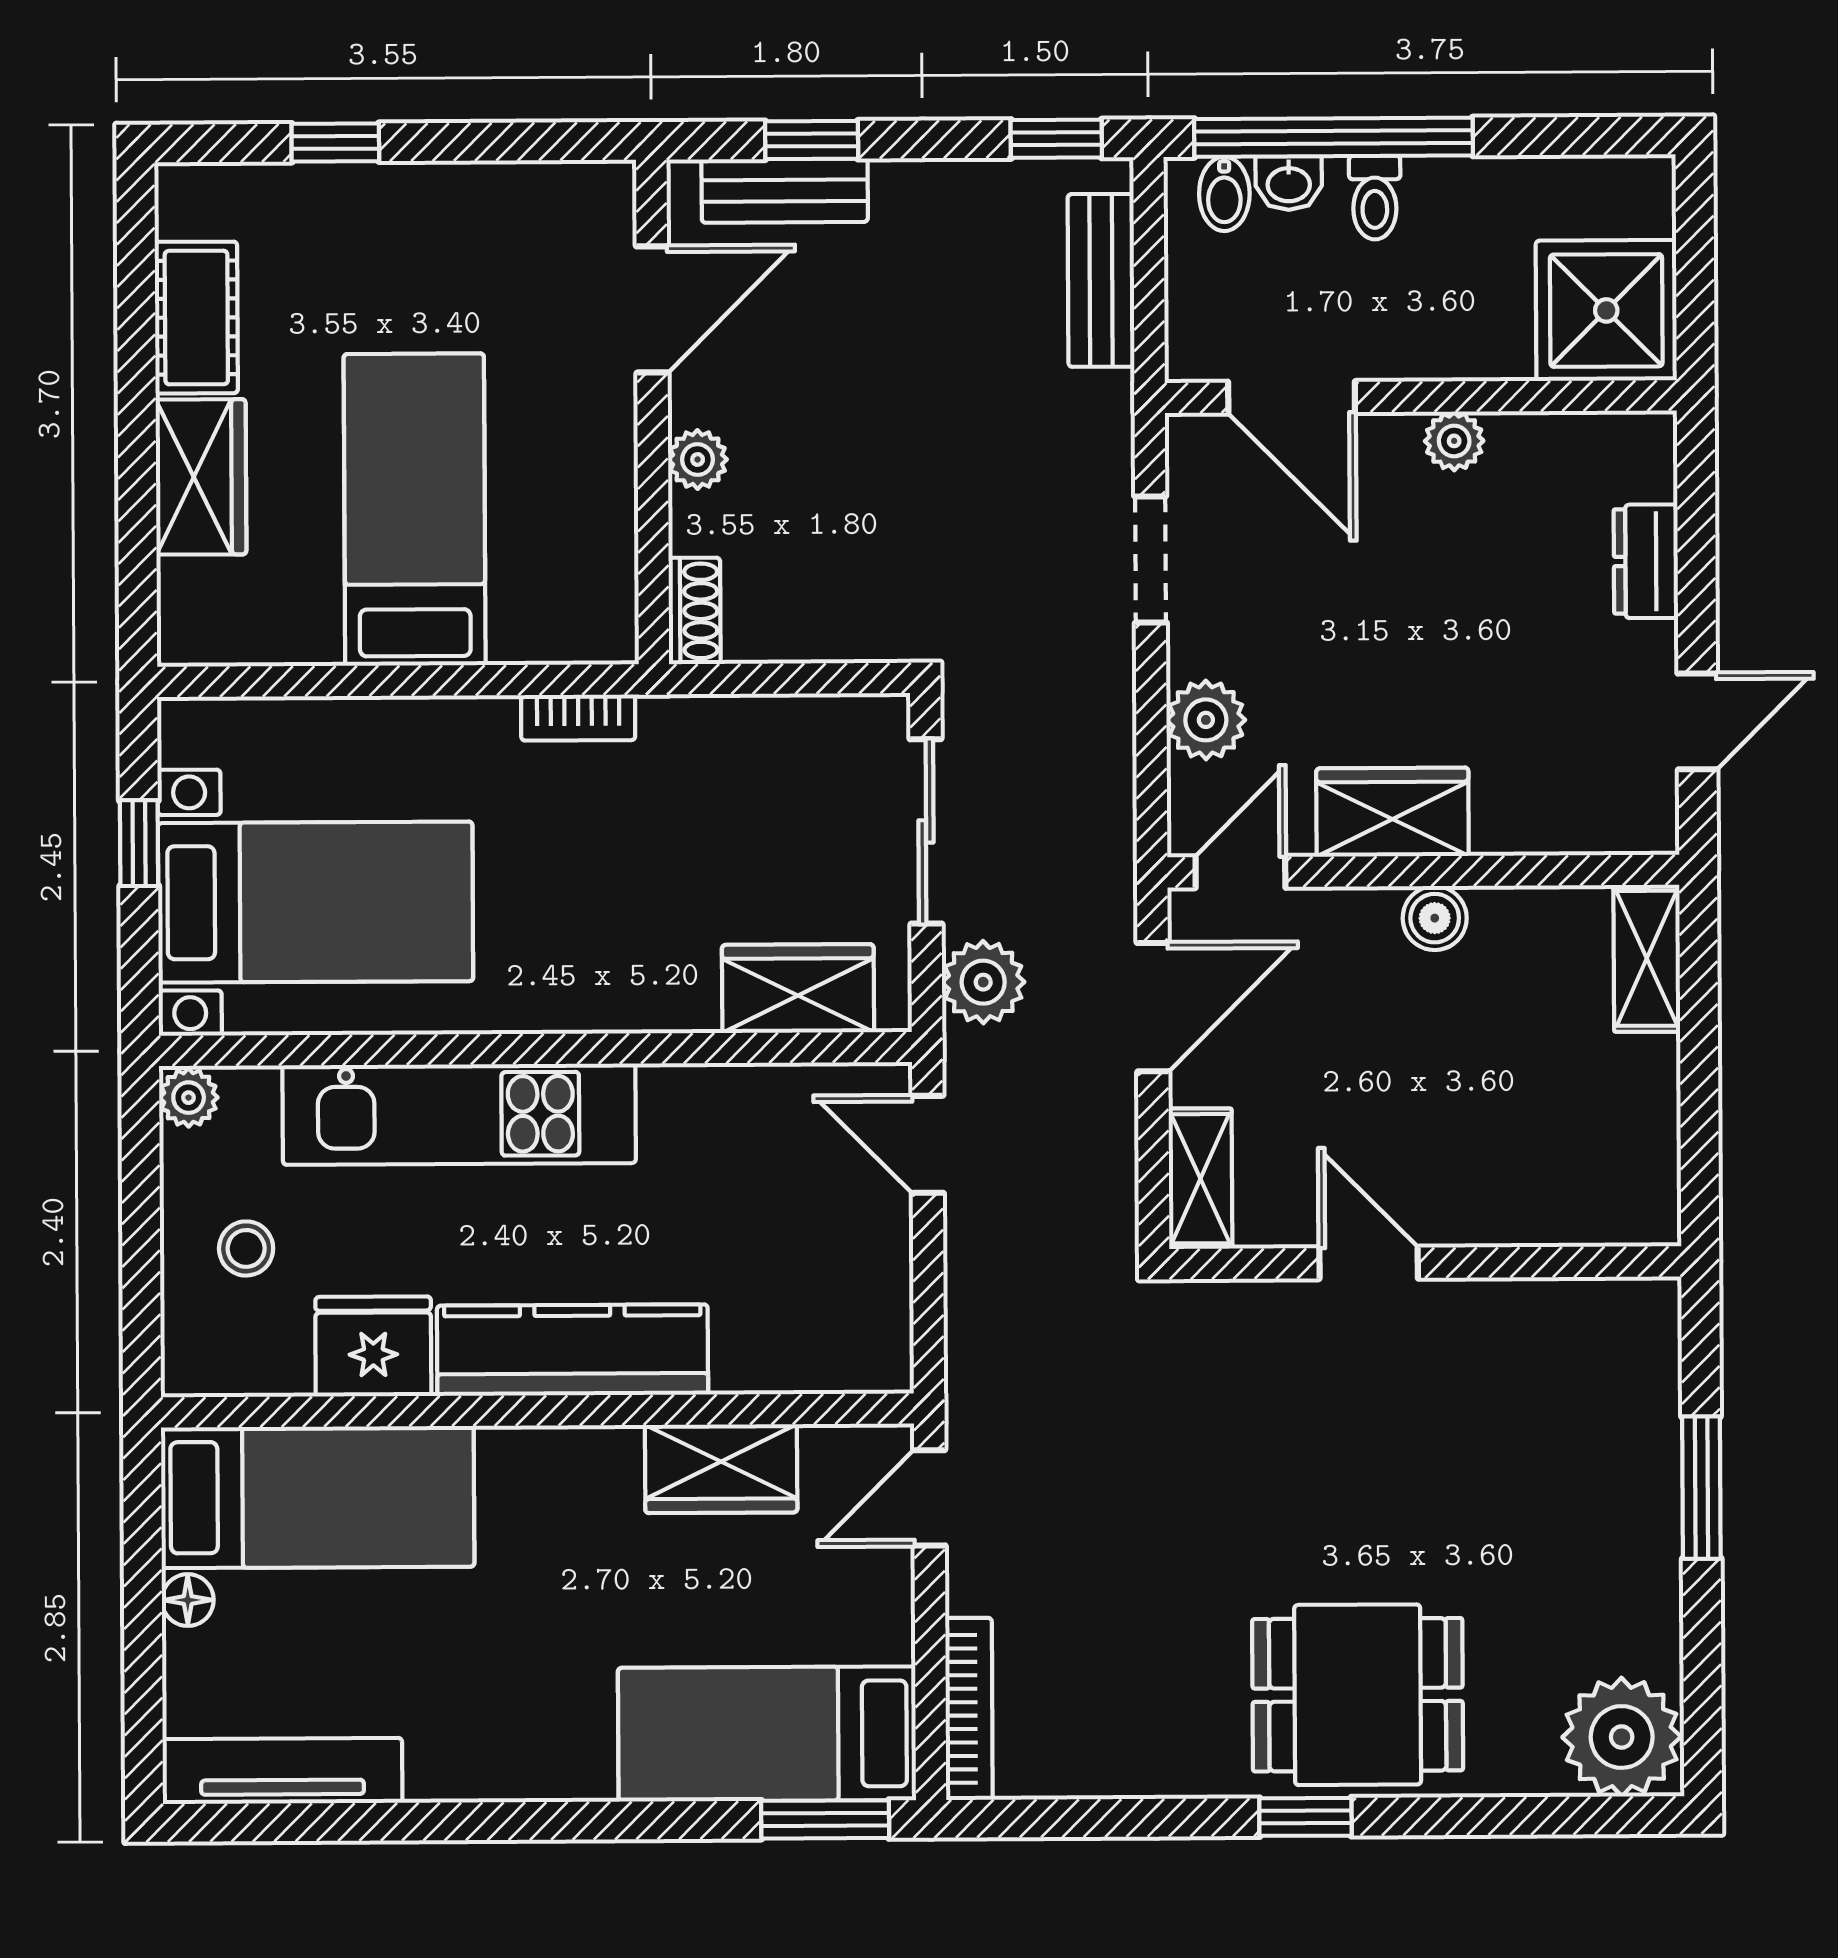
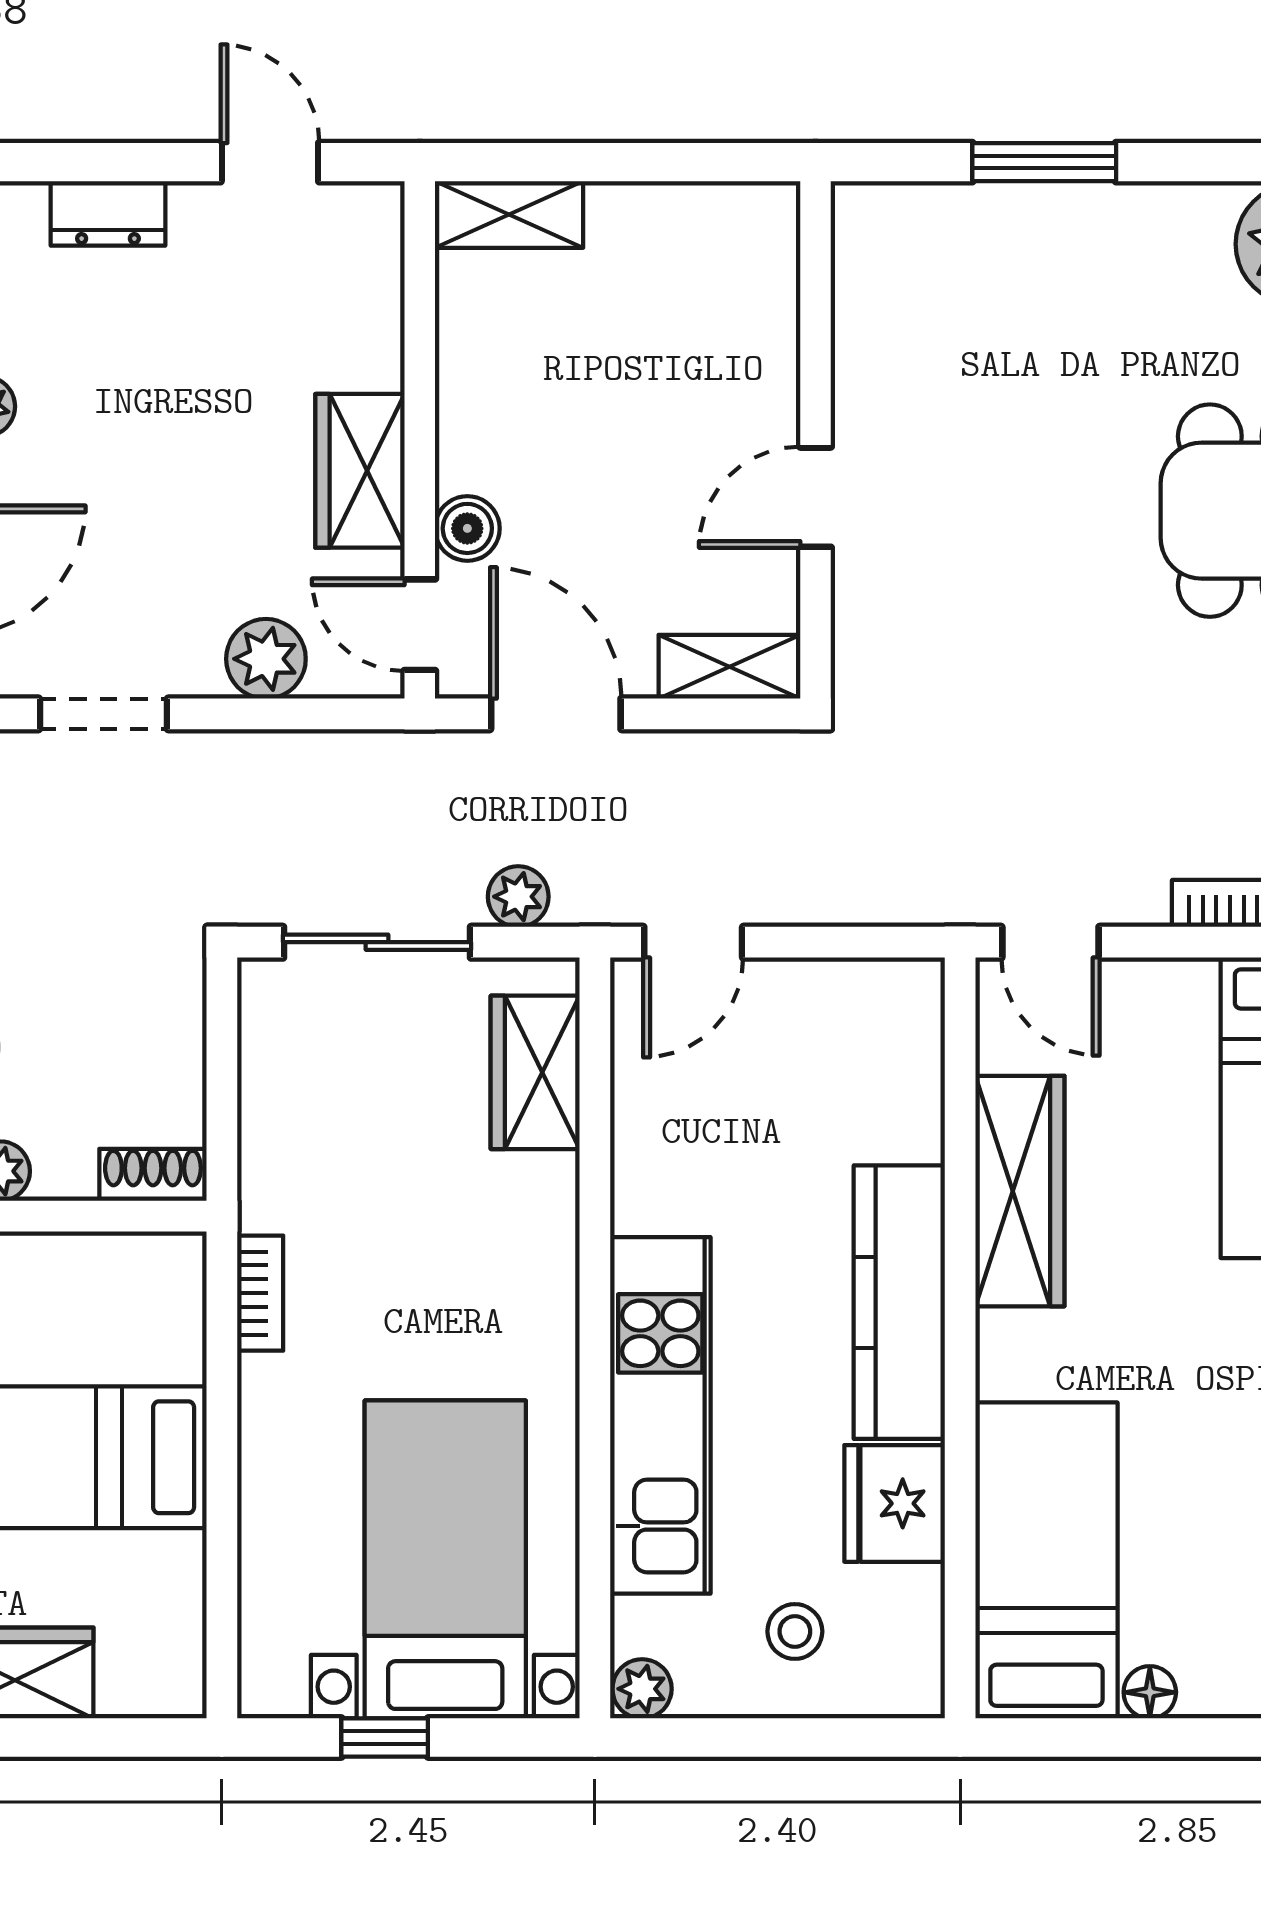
boiler: (1435, 918) -> (467, 528), moved
plant: (983, 982) -> (518, 897), width x0.73, depth x0.73
wardrobe: (721, 1469) -> (1020, 1191), width x1.50

